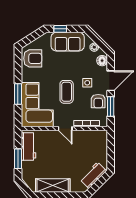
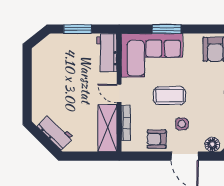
window: (111, 106) -> (149, 156), removed
door: (65, 129) -> (119, 94), hinge flipped
workbench: (28, 146) -> (107, 53), moved, turned 90
shelving: (53, 185) -> (107, 128), moved

